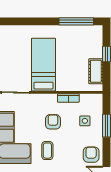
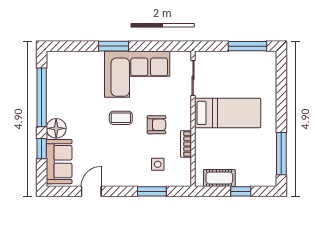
armchair: (91, 155) -> (116, 172), removed

